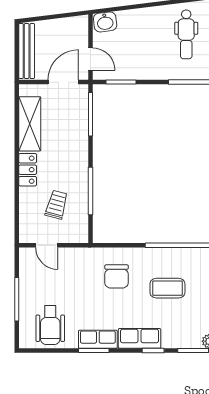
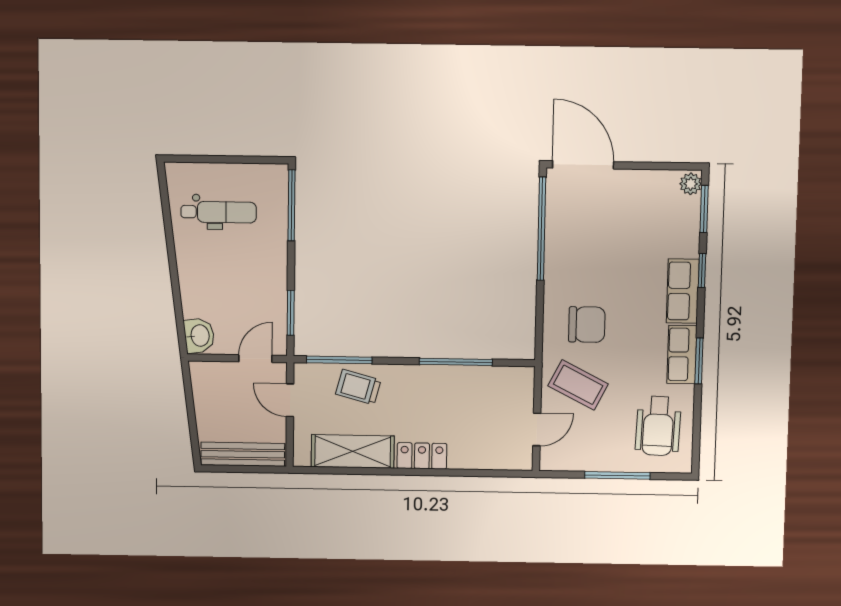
door: (63, 82) -> (290, 400), width x0.73
trolley: (57, 205) -> (358, 387), moved
coffee table: (167, 288) -> (578, 385), moved, turned -63
wheelchair: (50, 325) -> (658, 426), turned 92

